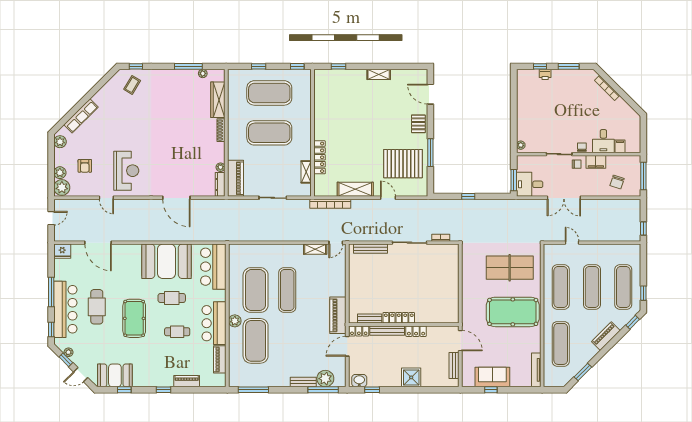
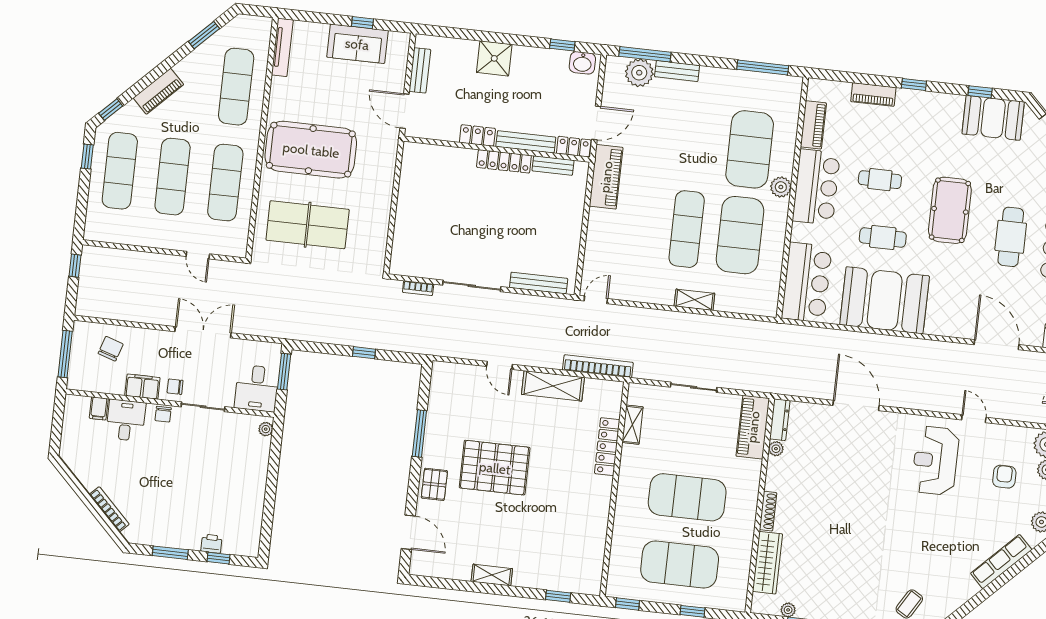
pallet: (403, 164) -> (495, 468), moved
desk: (530, 184) -> (257, 388), moved, turned 90
shelving: (315, 249) -> (694, 300), moved

